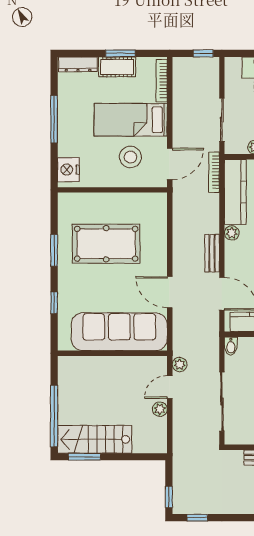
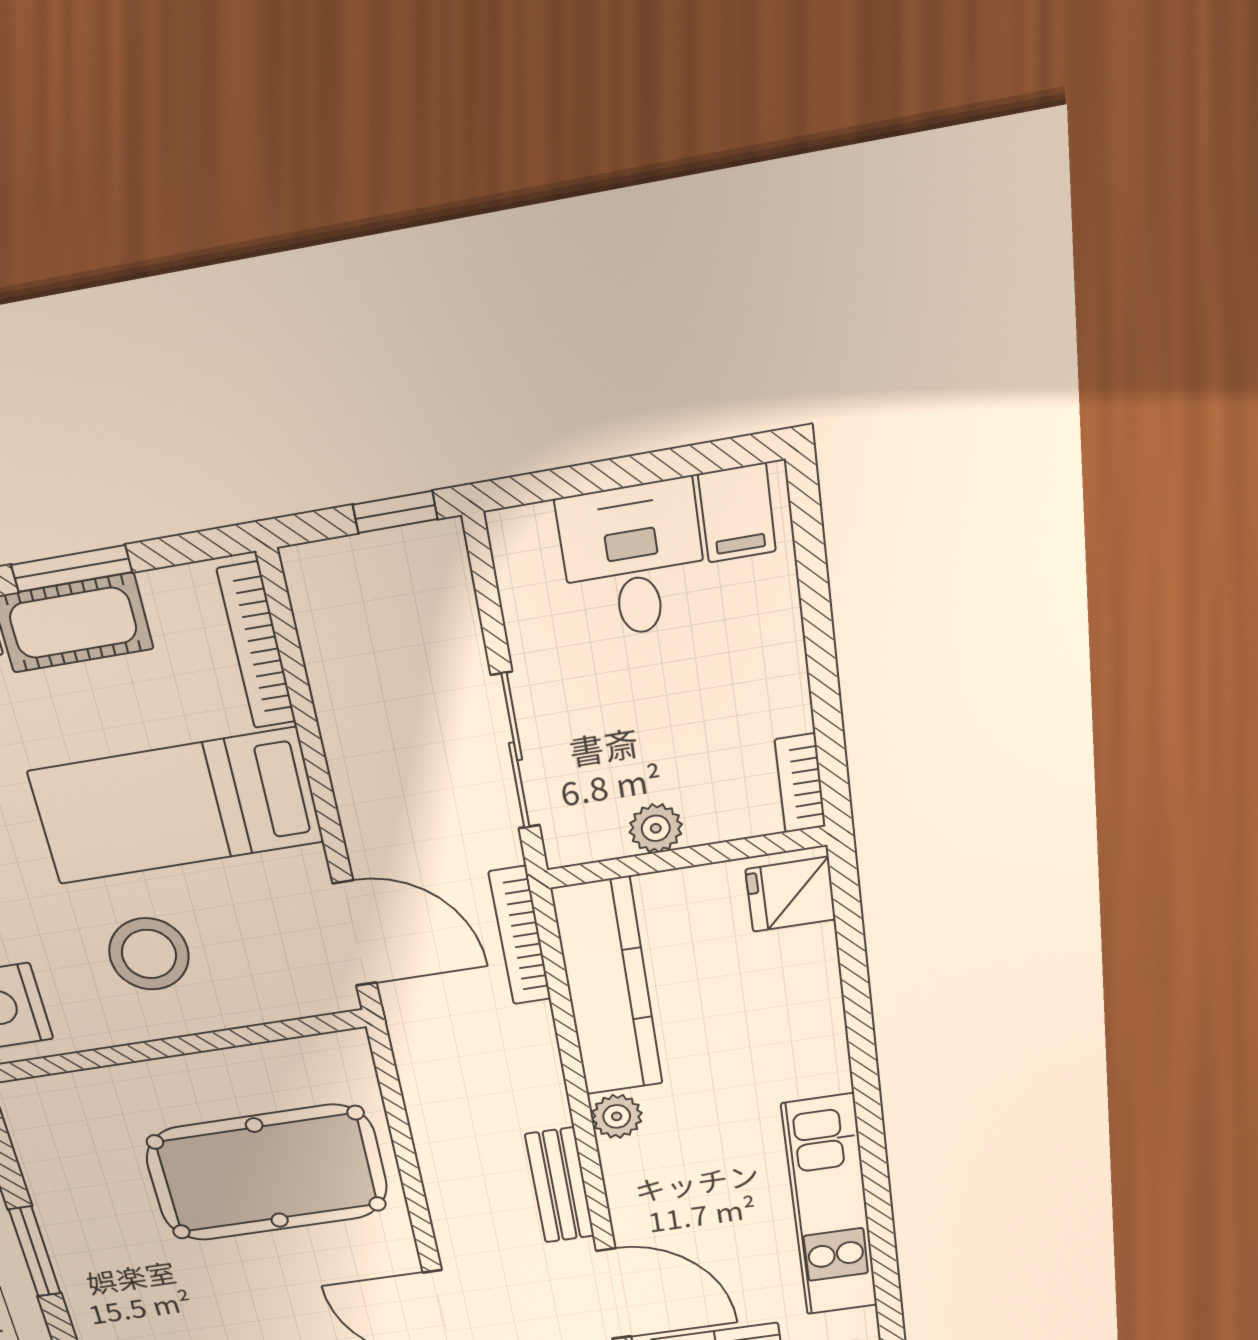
stool: (130, 157) -> (149, 954), moved
door: (170, 164) -> (355, 933), hinge flipped
pool table: (106, 244) -> (267, 1173), moved

